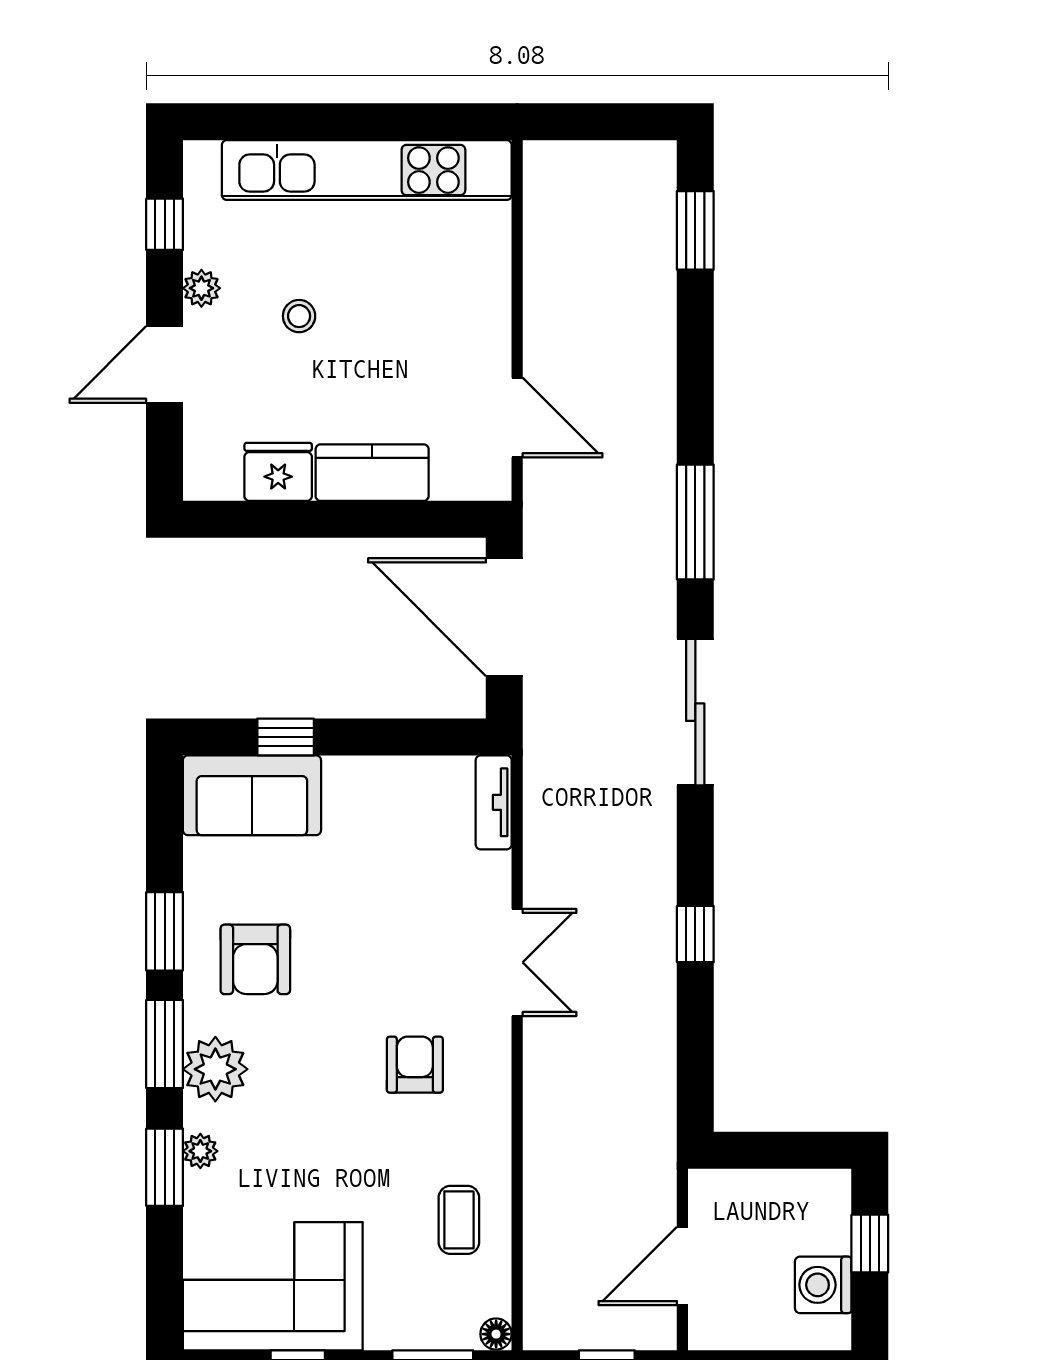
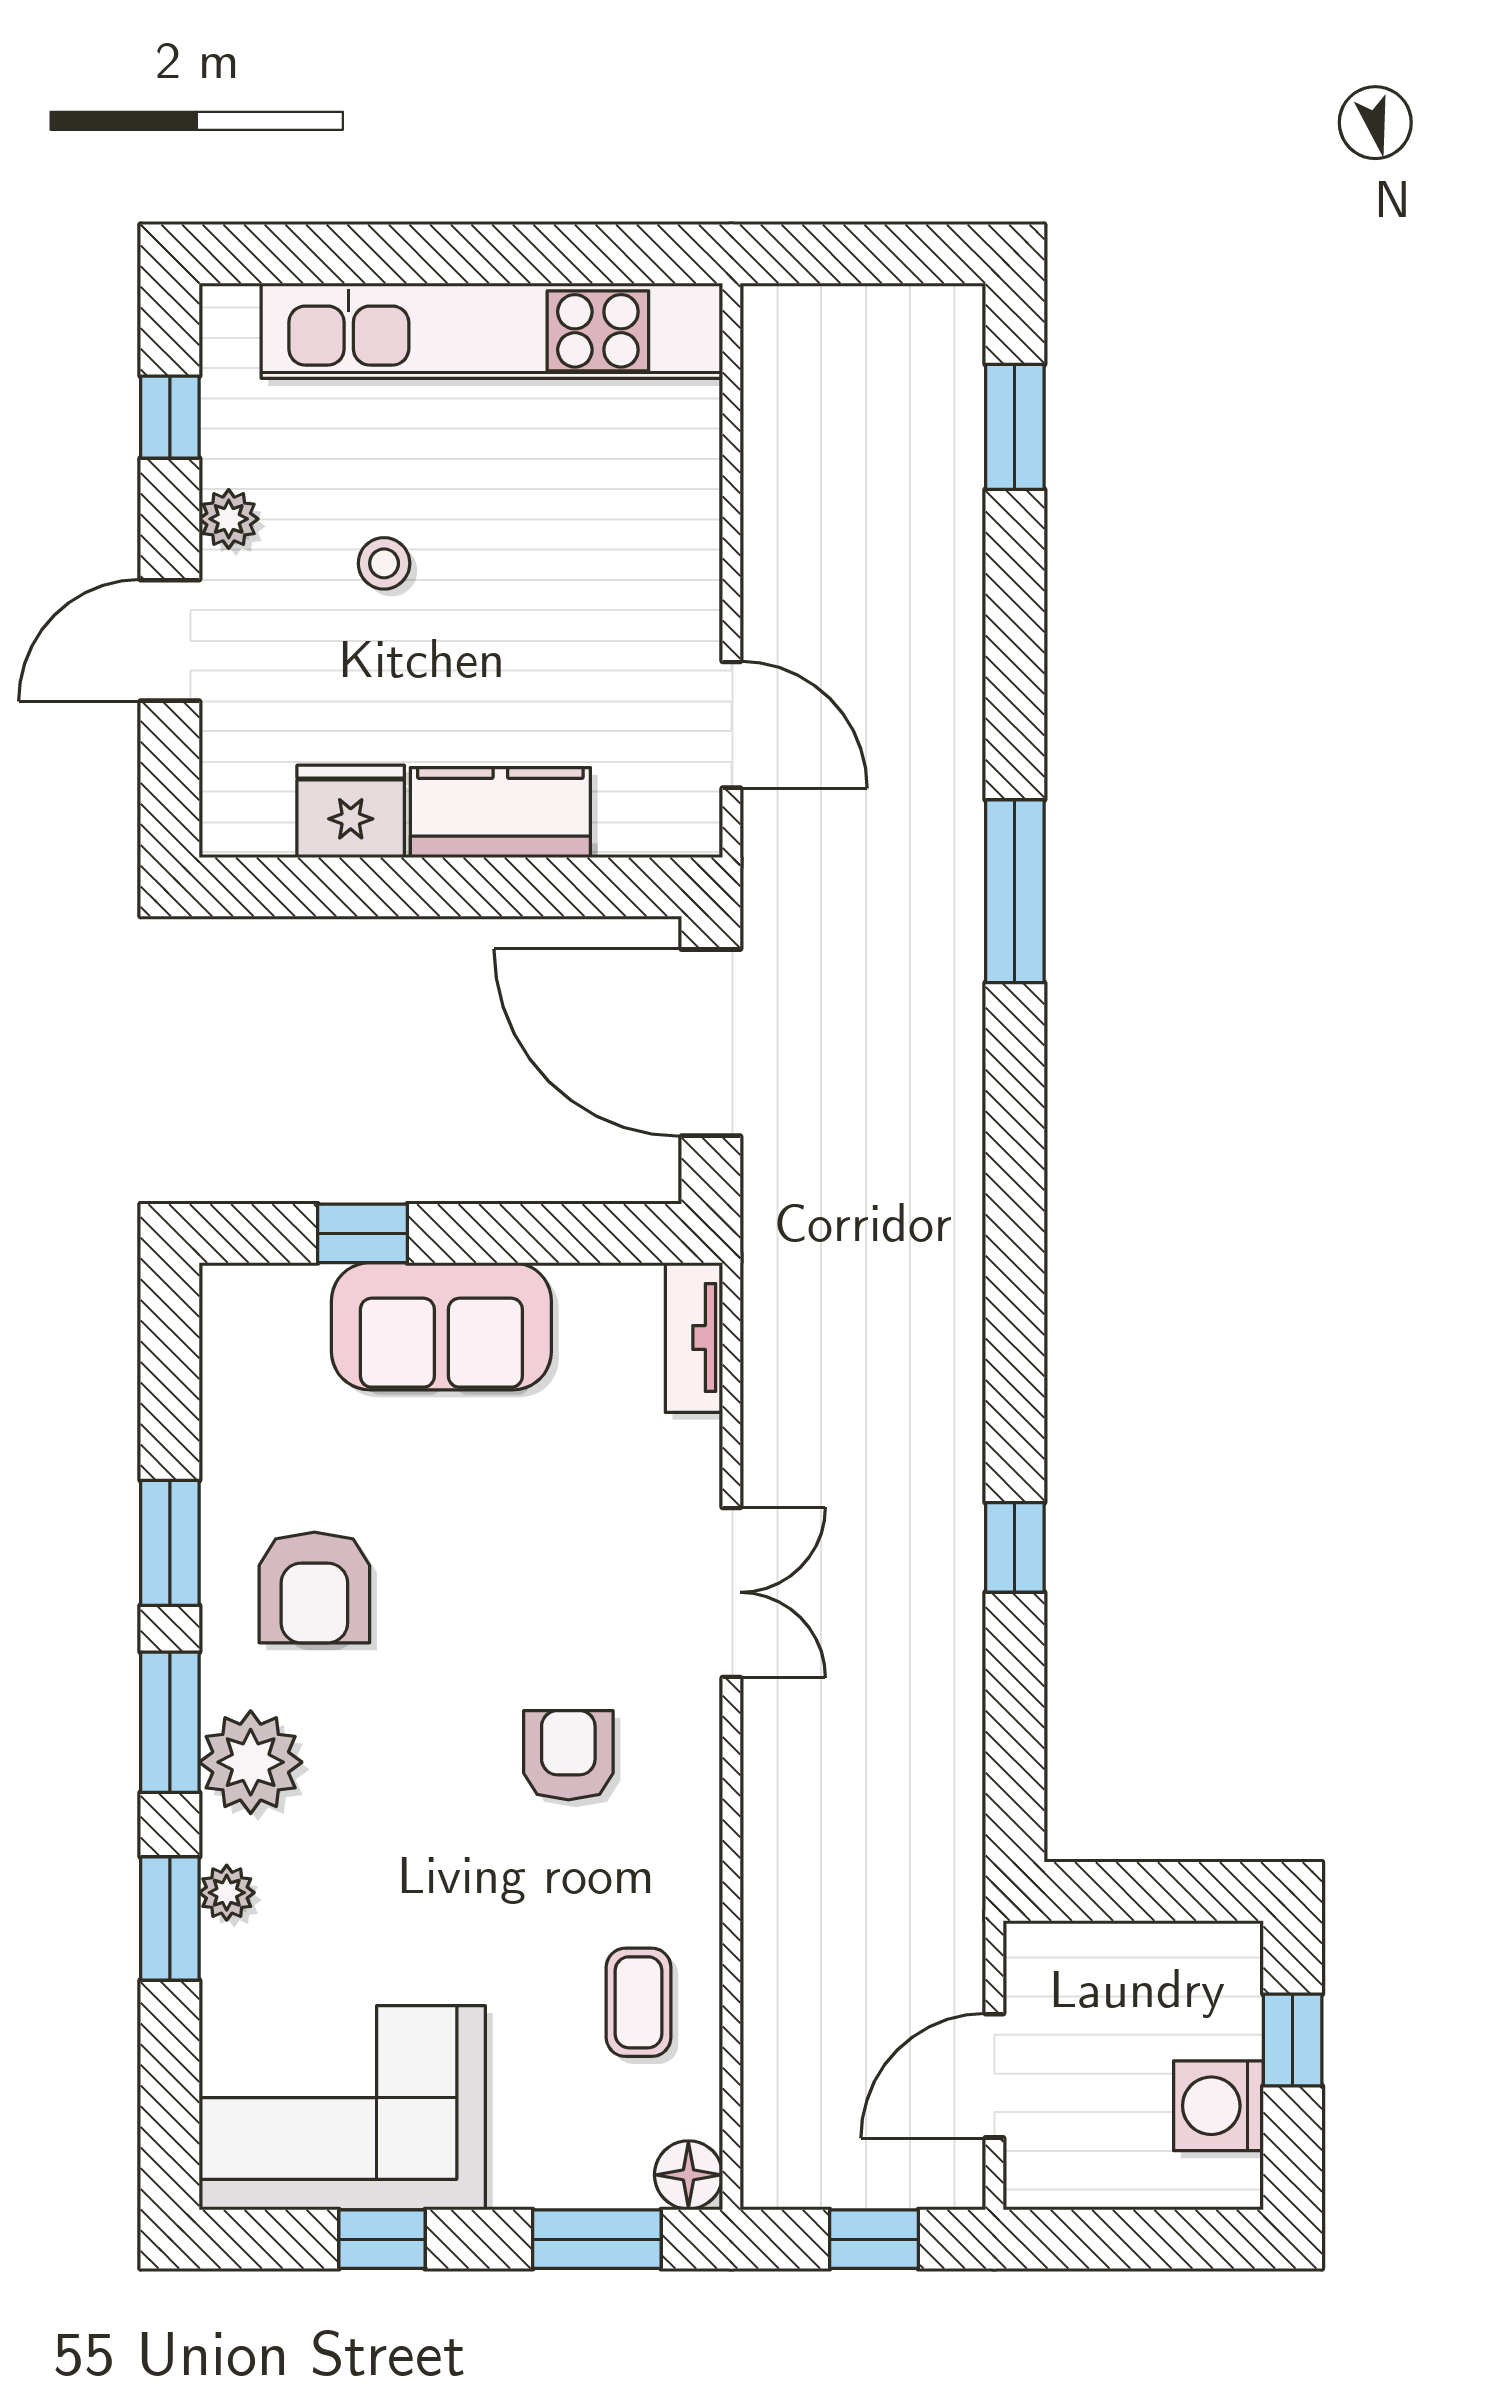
sliding door: (695, 712) -> (1015, 1194), removed
sofa: (252, 795) -> (441, 1326), moved
floor lamp: (496, 1334) -> (688, 2175), width x1.37, depth x1.37

